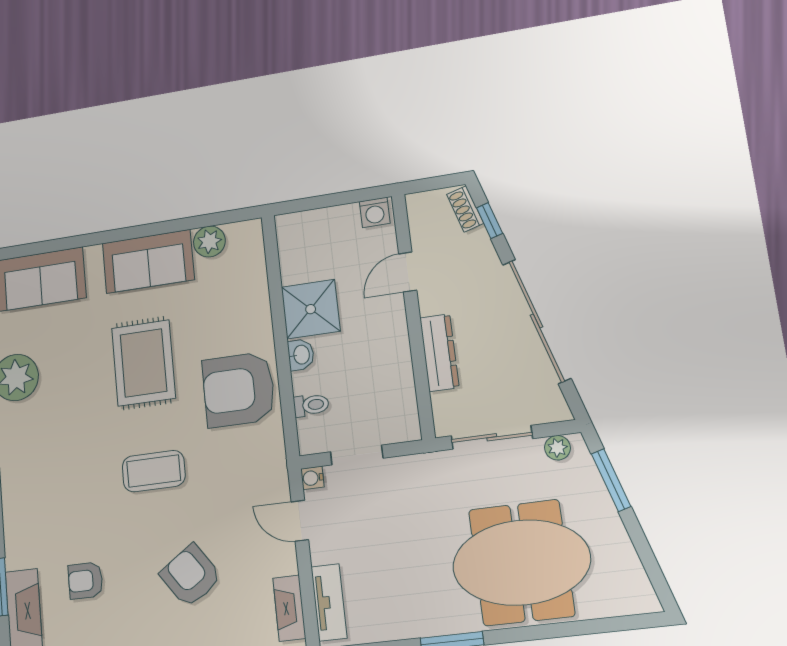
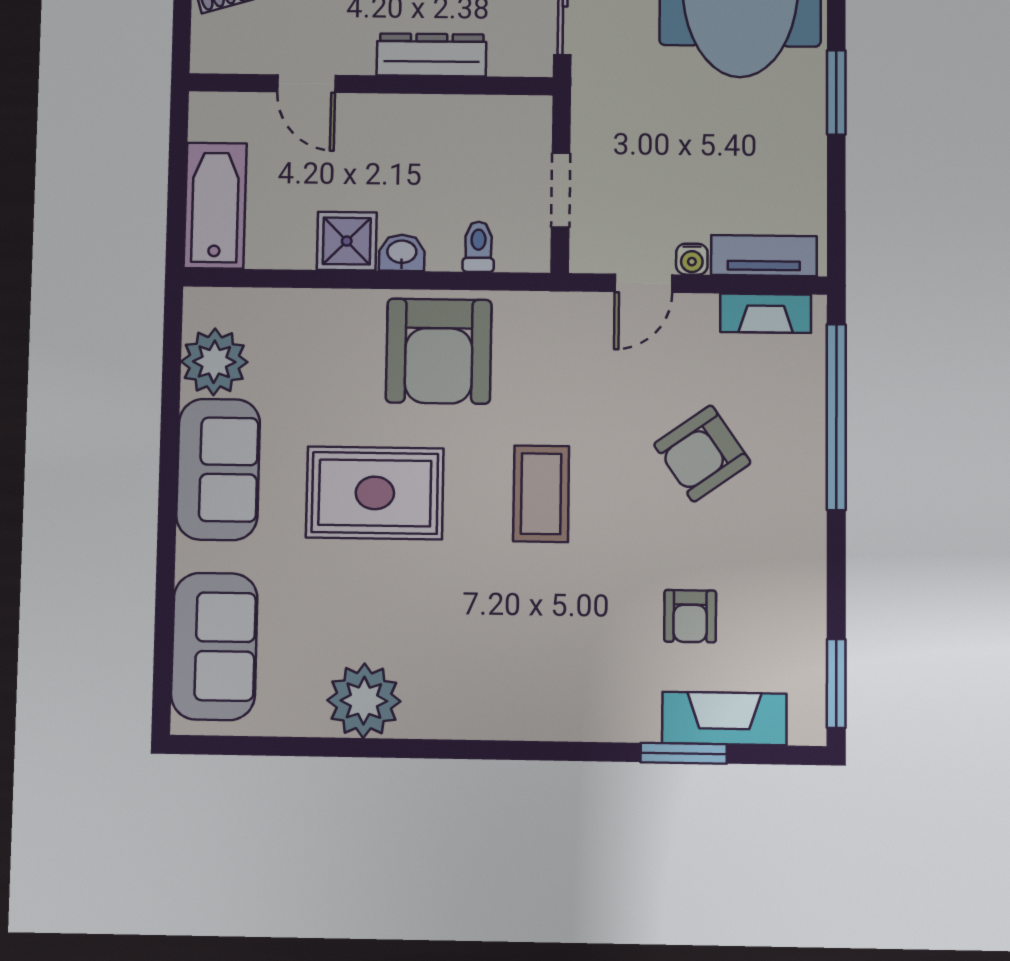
washing machine: (375, 212) -> (208, 119), removed
bathtub: (317, 228) -> (215, 206), added
plant: (209, 241) -> (214, 362), width x1.36, depth x1.36
shower: (311, 309) -> (347, 241), width x0.73, depth x0.73
water cooler: (312, 478) -> (692, 259), moved

